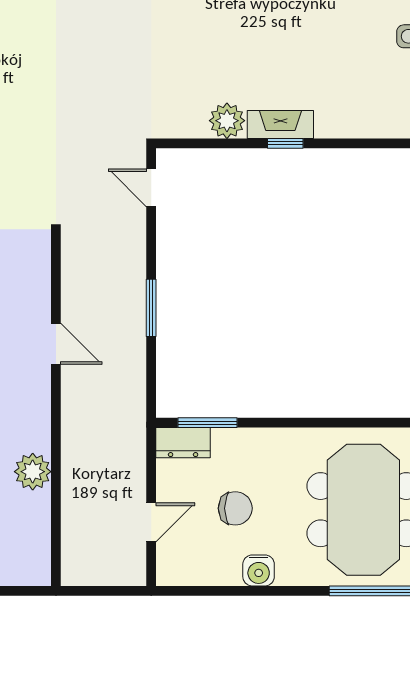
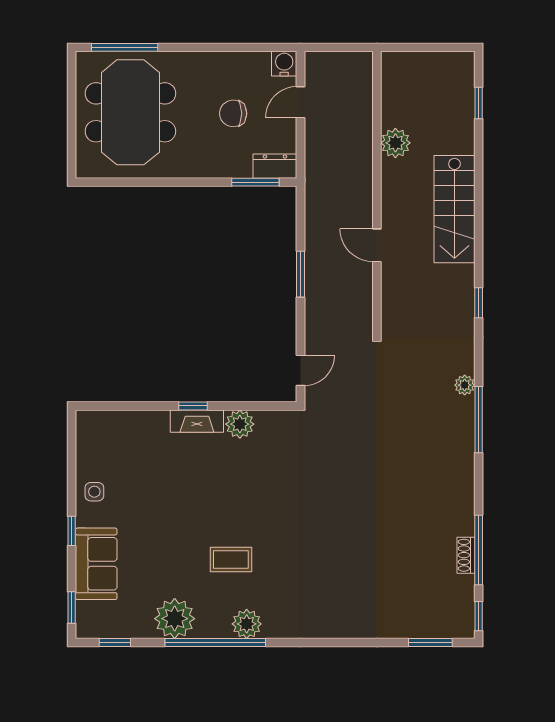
door: (151, 188) -> (301, 370), hinge flipped
water cooler: (259, 570) -> (284, 64), moved

